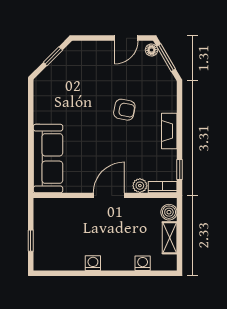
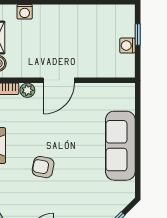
sofa: (48, 159) -> (120, 146), moved
washing machine: (93, 263) -> (127, 46), moved, turned 90

